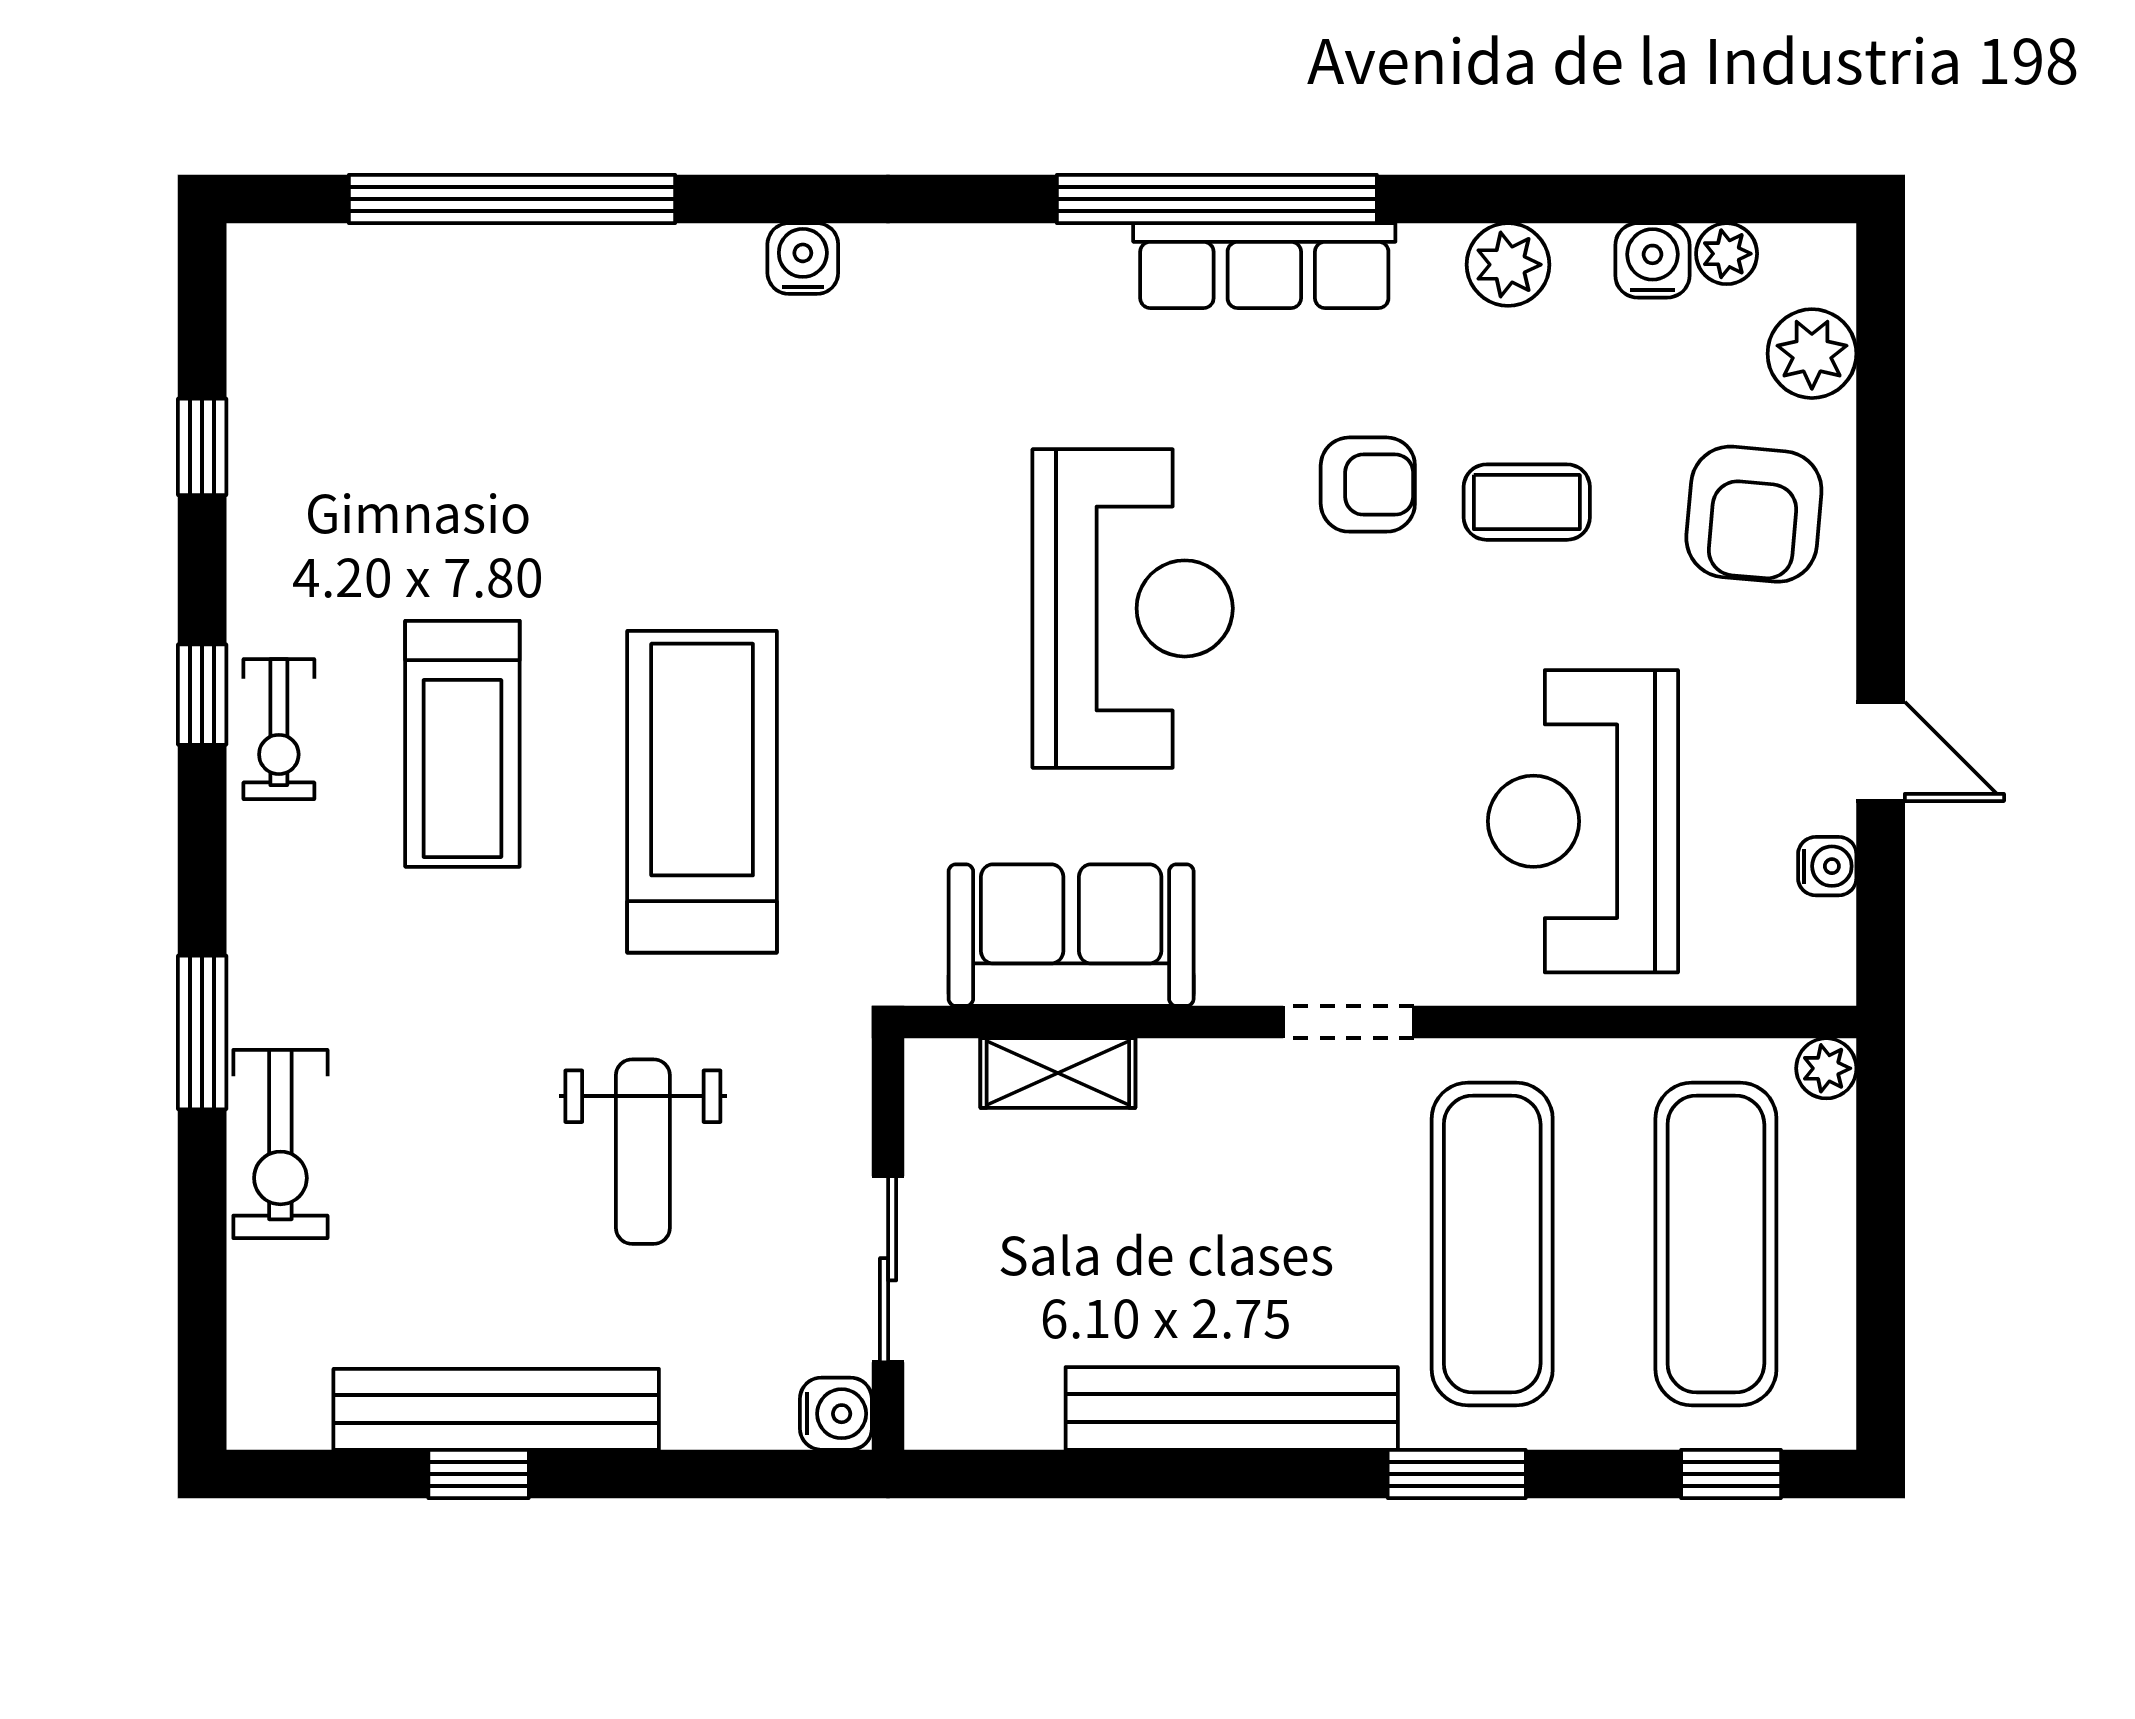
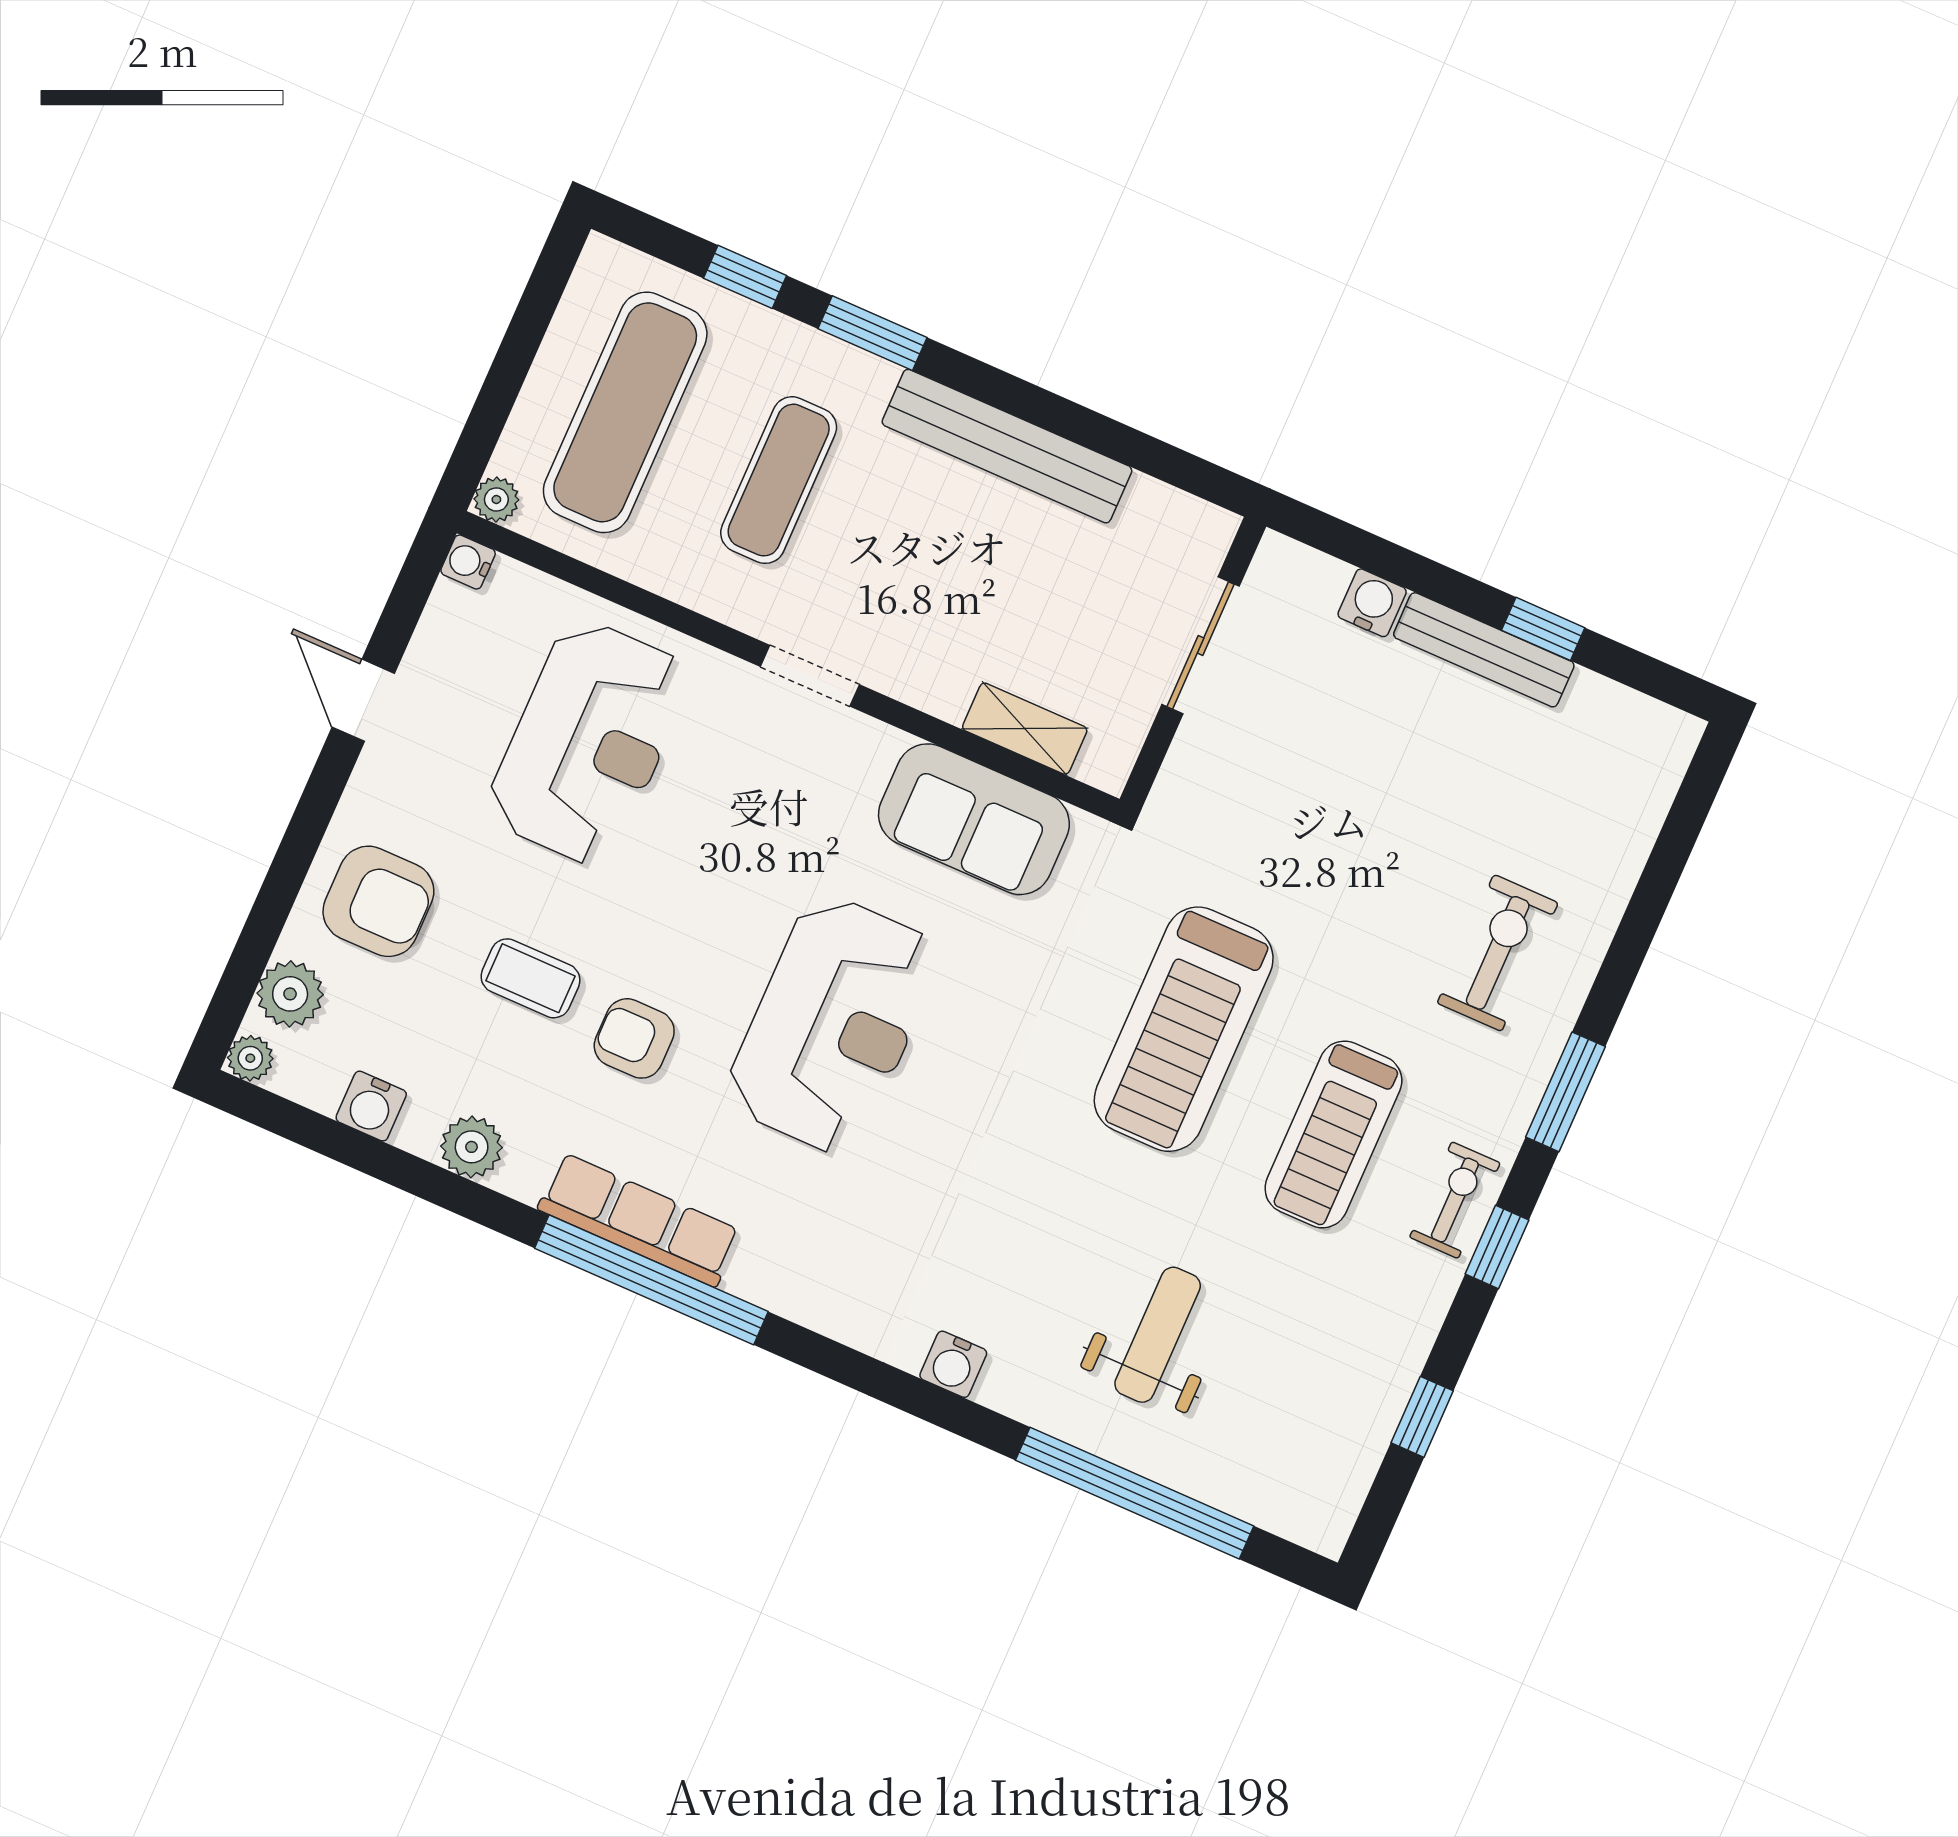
plant: (1727, 254) -> (250, 1058), moved
armchair: (1754, 514) -> (378, 901), turned 85
reception desk: (1133, 608) -> (833, 1025), turned 180
treadmill: (462, 744) -> (1333, 1134), turned 180
water cooler: (1827, 866) -> (468, 562), moved
window: (202, 1032) -> (1565, 1092), moved
exercise bike: (280, 1144) -> (1498, 953), moved
weight bench: (643, 1152) -> (1158, 1335), moved
exercise mat: (1492, 1244) -> (779, 480), width x0.73, depth x0.69
bench: (496, 1409) -> (1484, 650), width x0.73, depth x0.82
water cooler: (836, 1414) -> (1372, 603), moved, turned 90
window: (1731, 1474) -> (745, 277), moved

